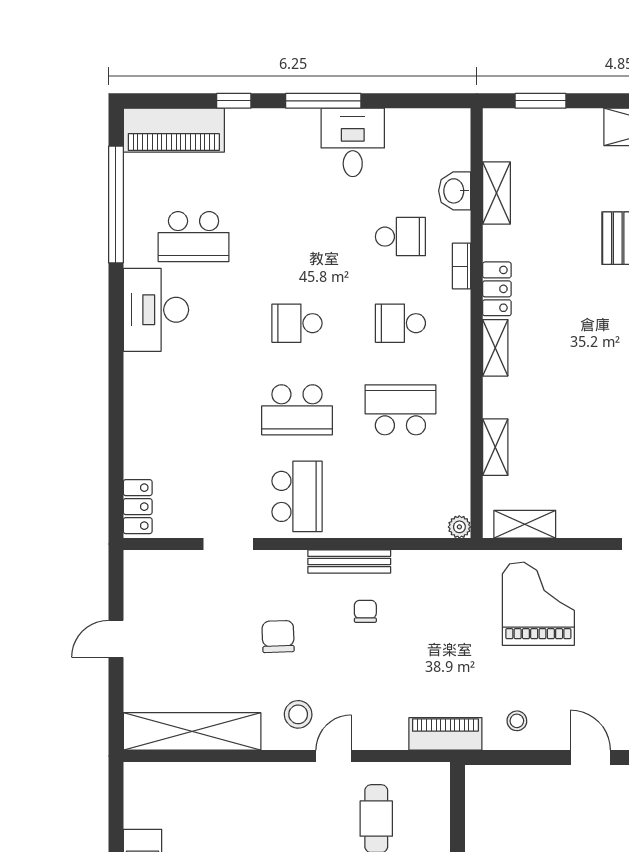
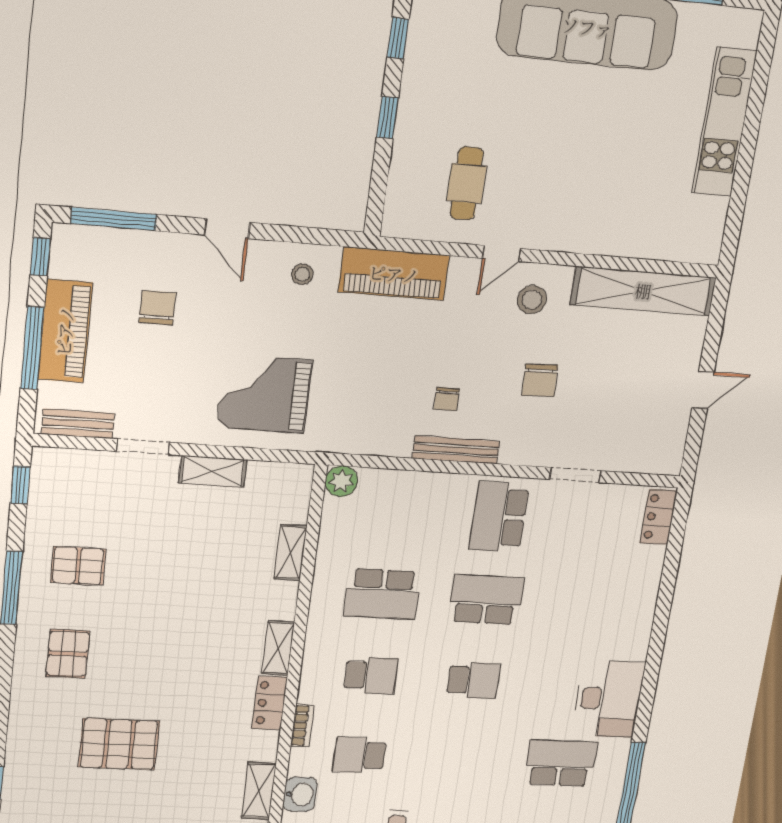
shelving: (525, 524) -> (213, 471), moved
plant: (459, 527) -> (341, 481), width x1.38, depth x1.38
grand piano: (538, 604) -> (265, 394), turned 90
piano: (445, 734) -> (394, 274), width x1.37, depth x1.33

